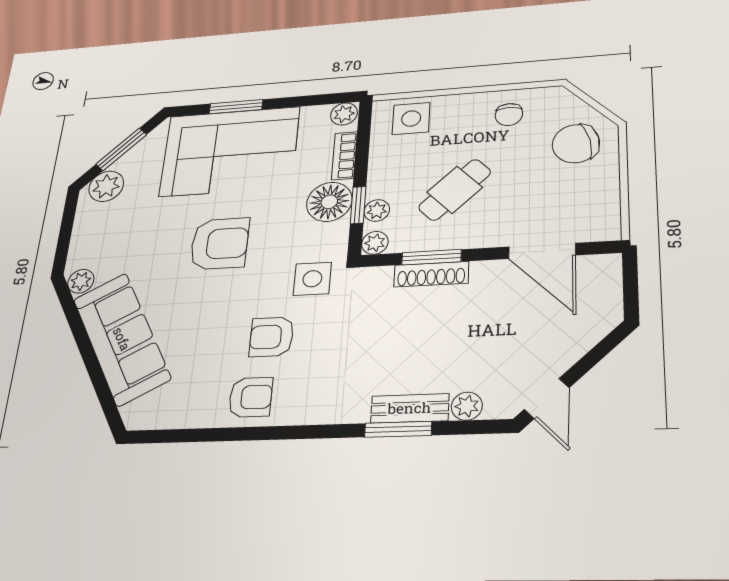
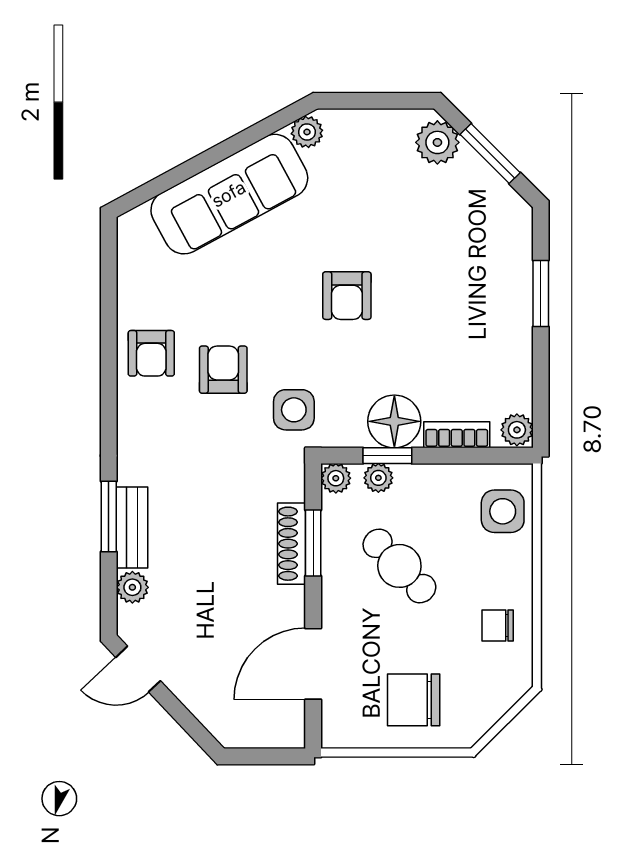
chair: (576, 144) -> (414, 700), moved, turned -77
corner sofa: (230, 151) -> (475, 293), removed
armchair: (220, 244) -> (347, 296), width x0.72, depth x0.72

